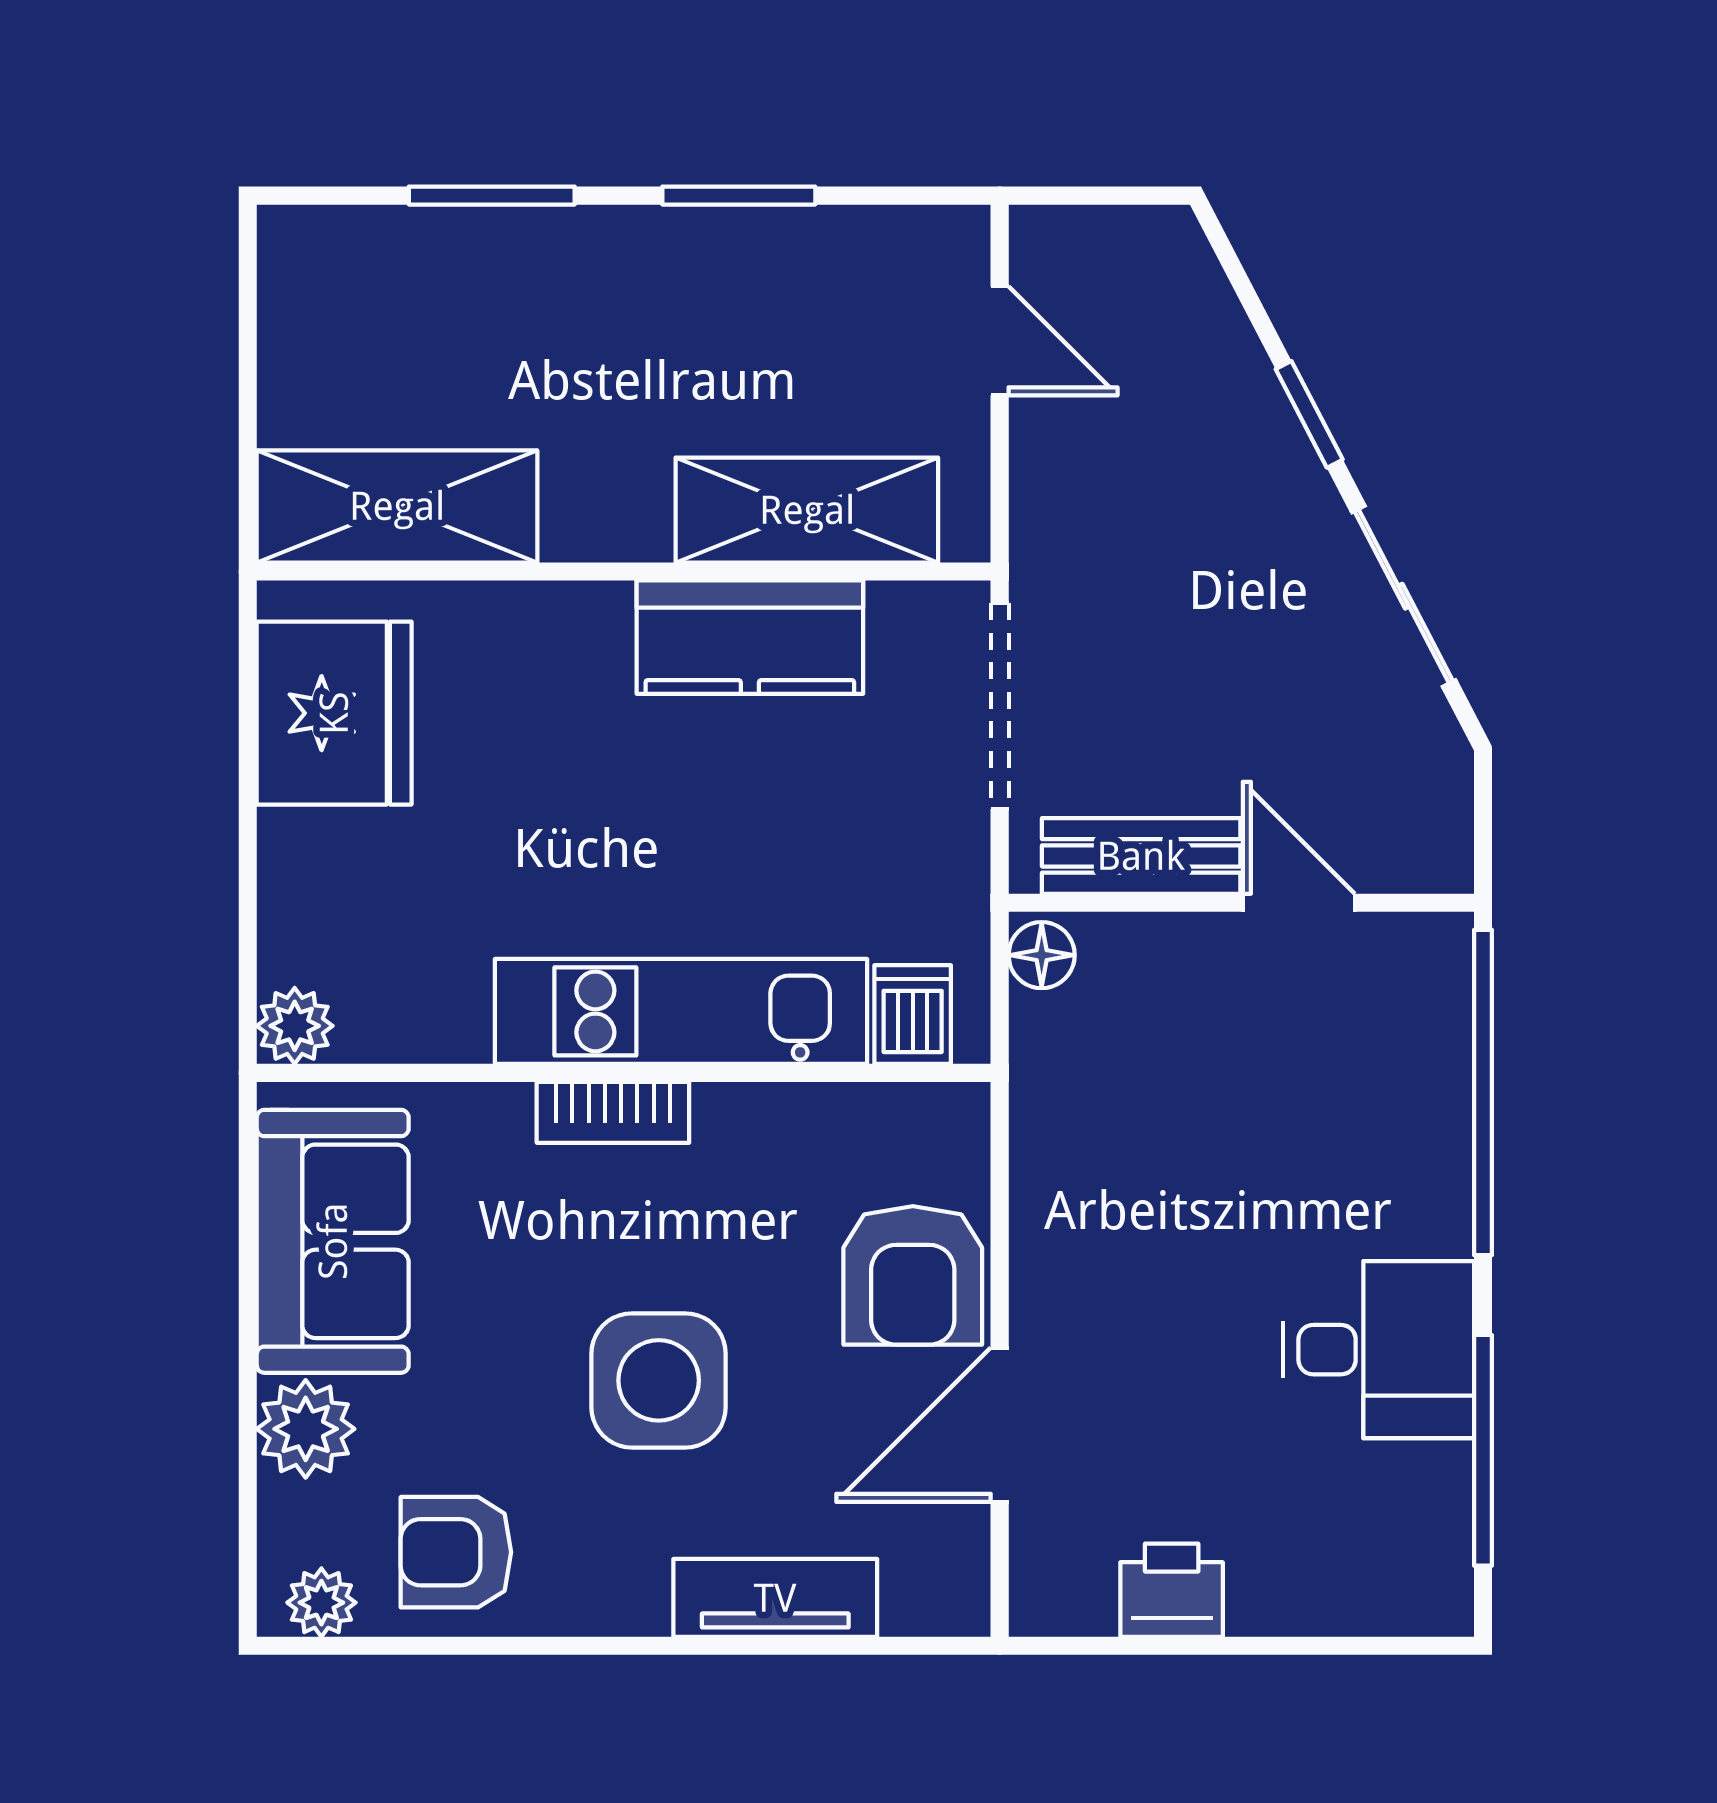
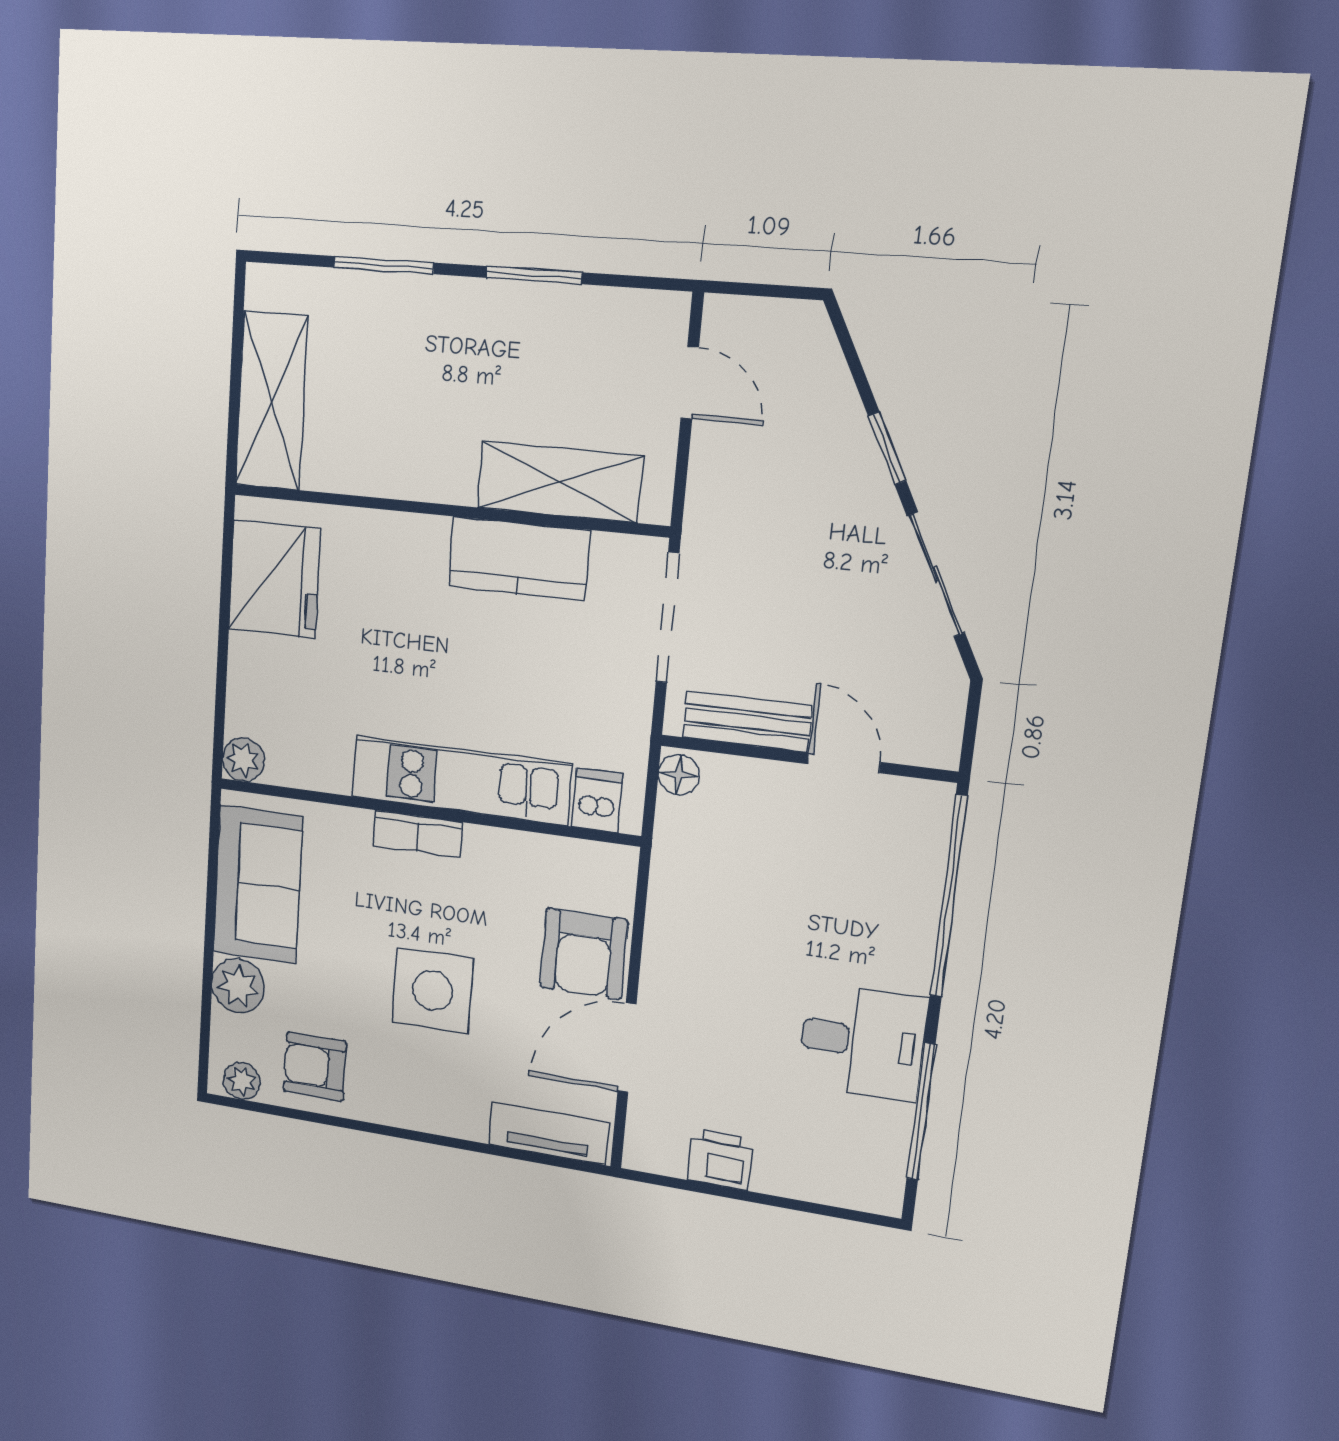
shelving: (397, 506) -> (271, 401), moved, turned 90
tv unit: (775, 1598) -> (548, 1133), moved

